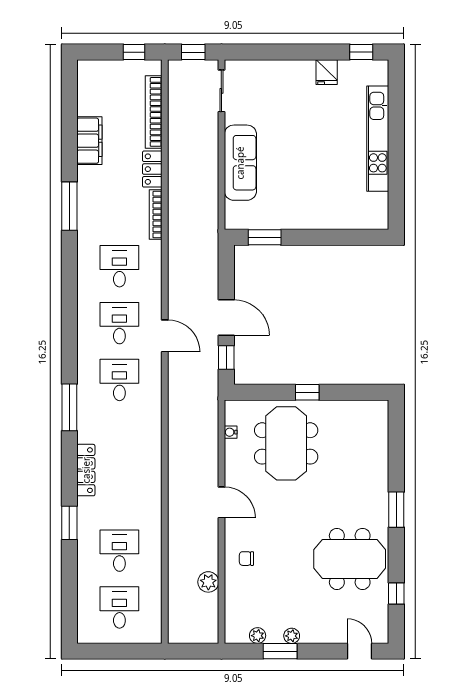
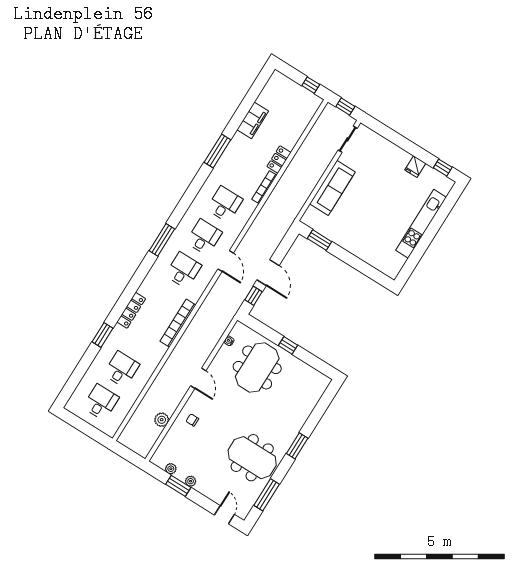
bookcase: (154, 112) -> (178, 323), moved
window: (69, 407) -> (162, 240), moved
window: (396, 594) -> (267, 495), width x2.17

